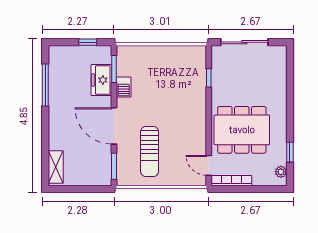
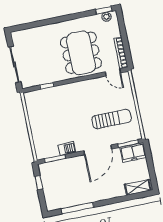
freezer: (101, 80) -> (133, 153), moved
window: (290, 152) -> (104, 10), moved
door: (209, 165) -> (113, 72), hinge flipped

